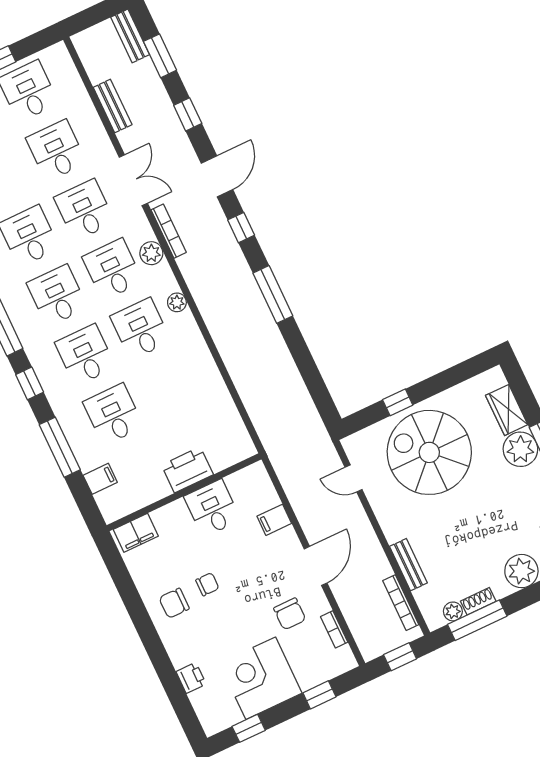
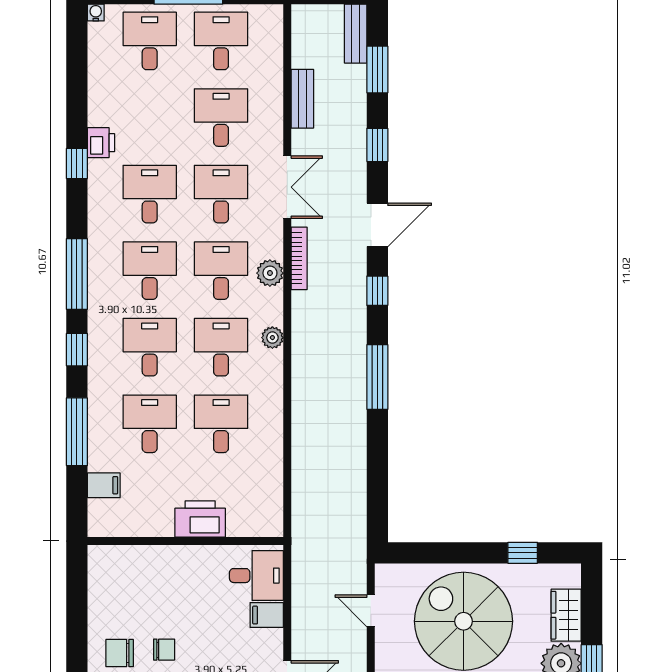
desk: (169, 388) -> (221, 424), added
window: (398, 402) -> (523, 553), moved
desk: (212, 508) -> (256, 576), moved, turned 90
filing cabinet: (136, 533) -> (114, 560), removed

